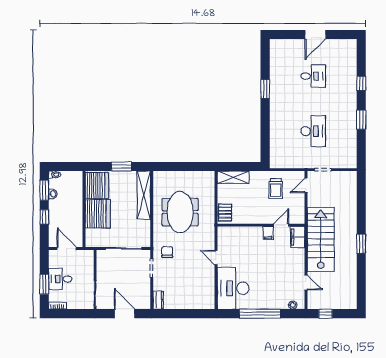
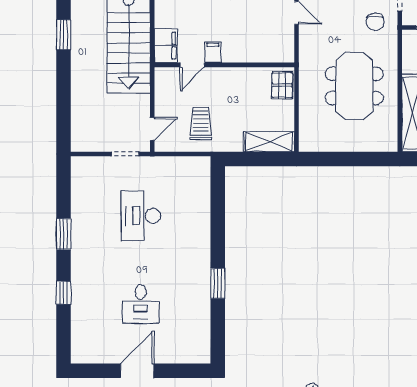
desk: (313, 76) -> (141, 304), turned -90

